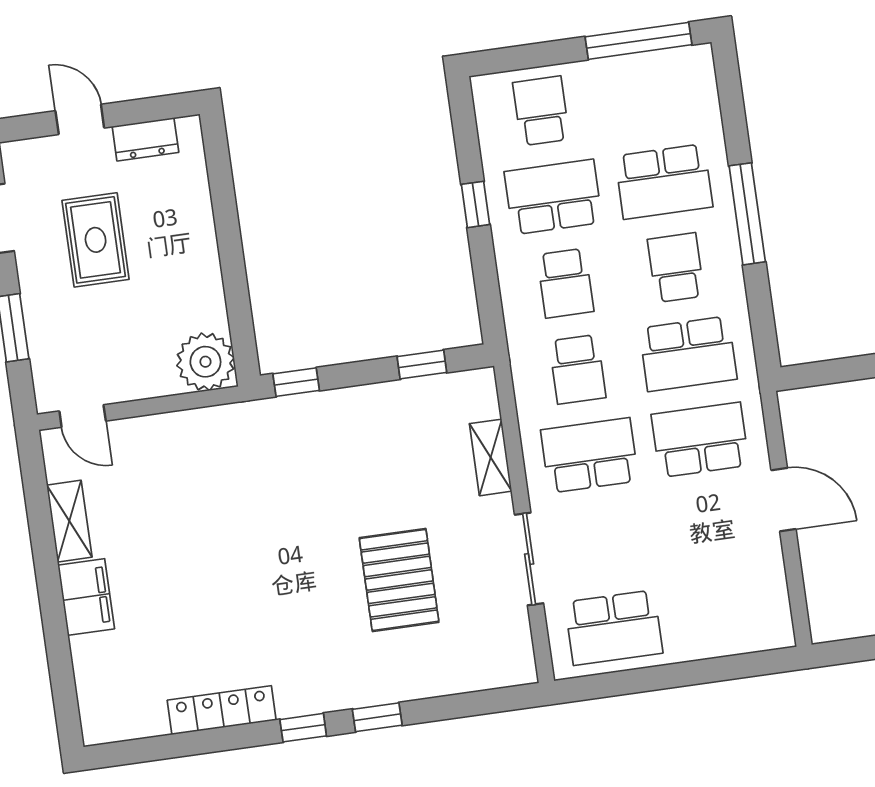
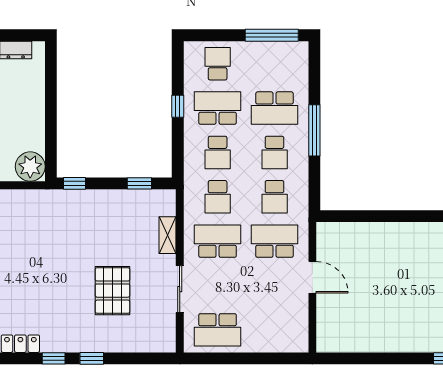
school desk: (676, 268) -> (275, 152), turned 180
school desk: (688, 354) -> (275, 197), width x0.54

